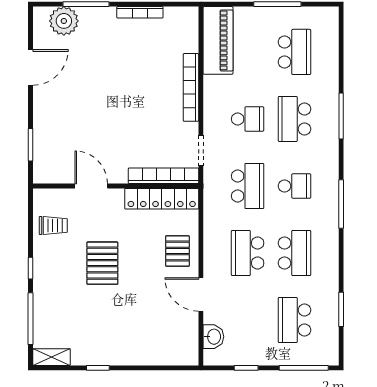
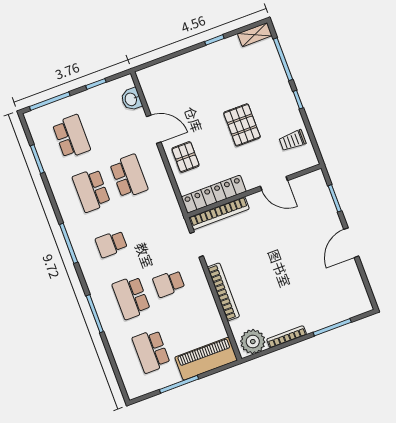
plant: (64, 21) -> (253, 342), moved
piano: (218, 40) -> (206, 359), moved, turned 90
door: (31, 67) -> (351, 243), moved
school desk: (294, 119) -> (131, 297), turned 180
school desk: (248, 186) -> (149, 230), removed

